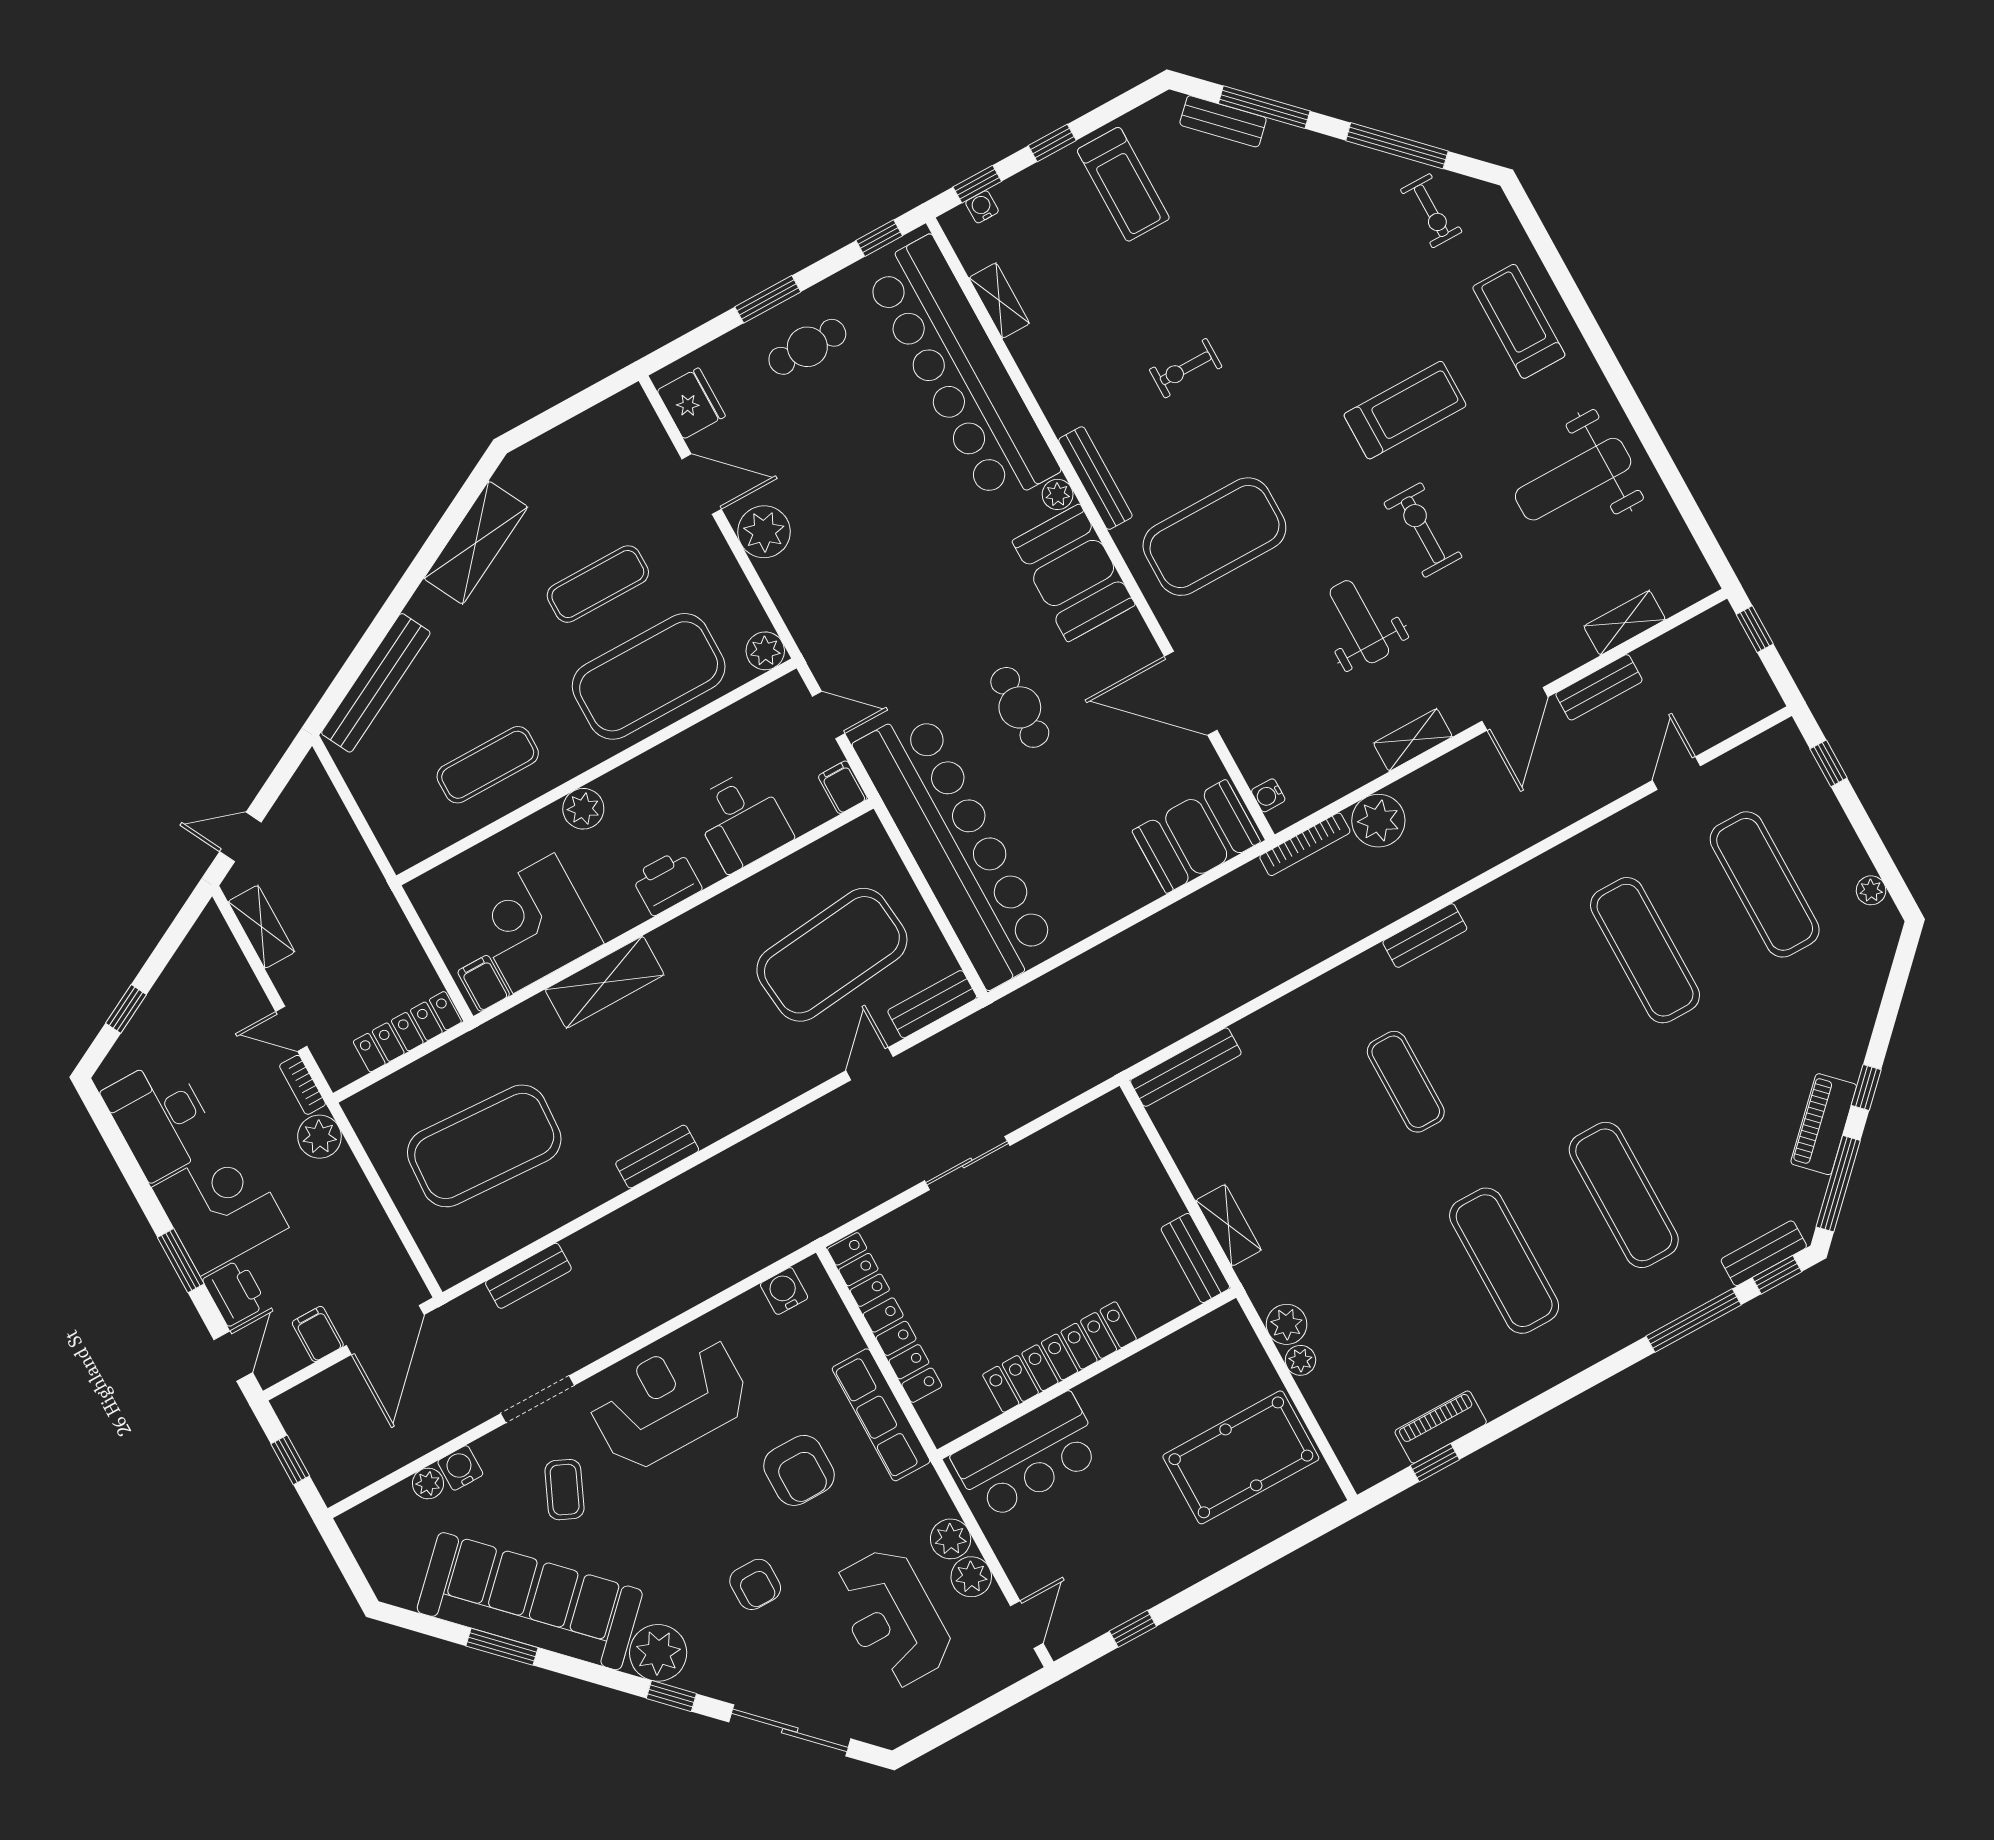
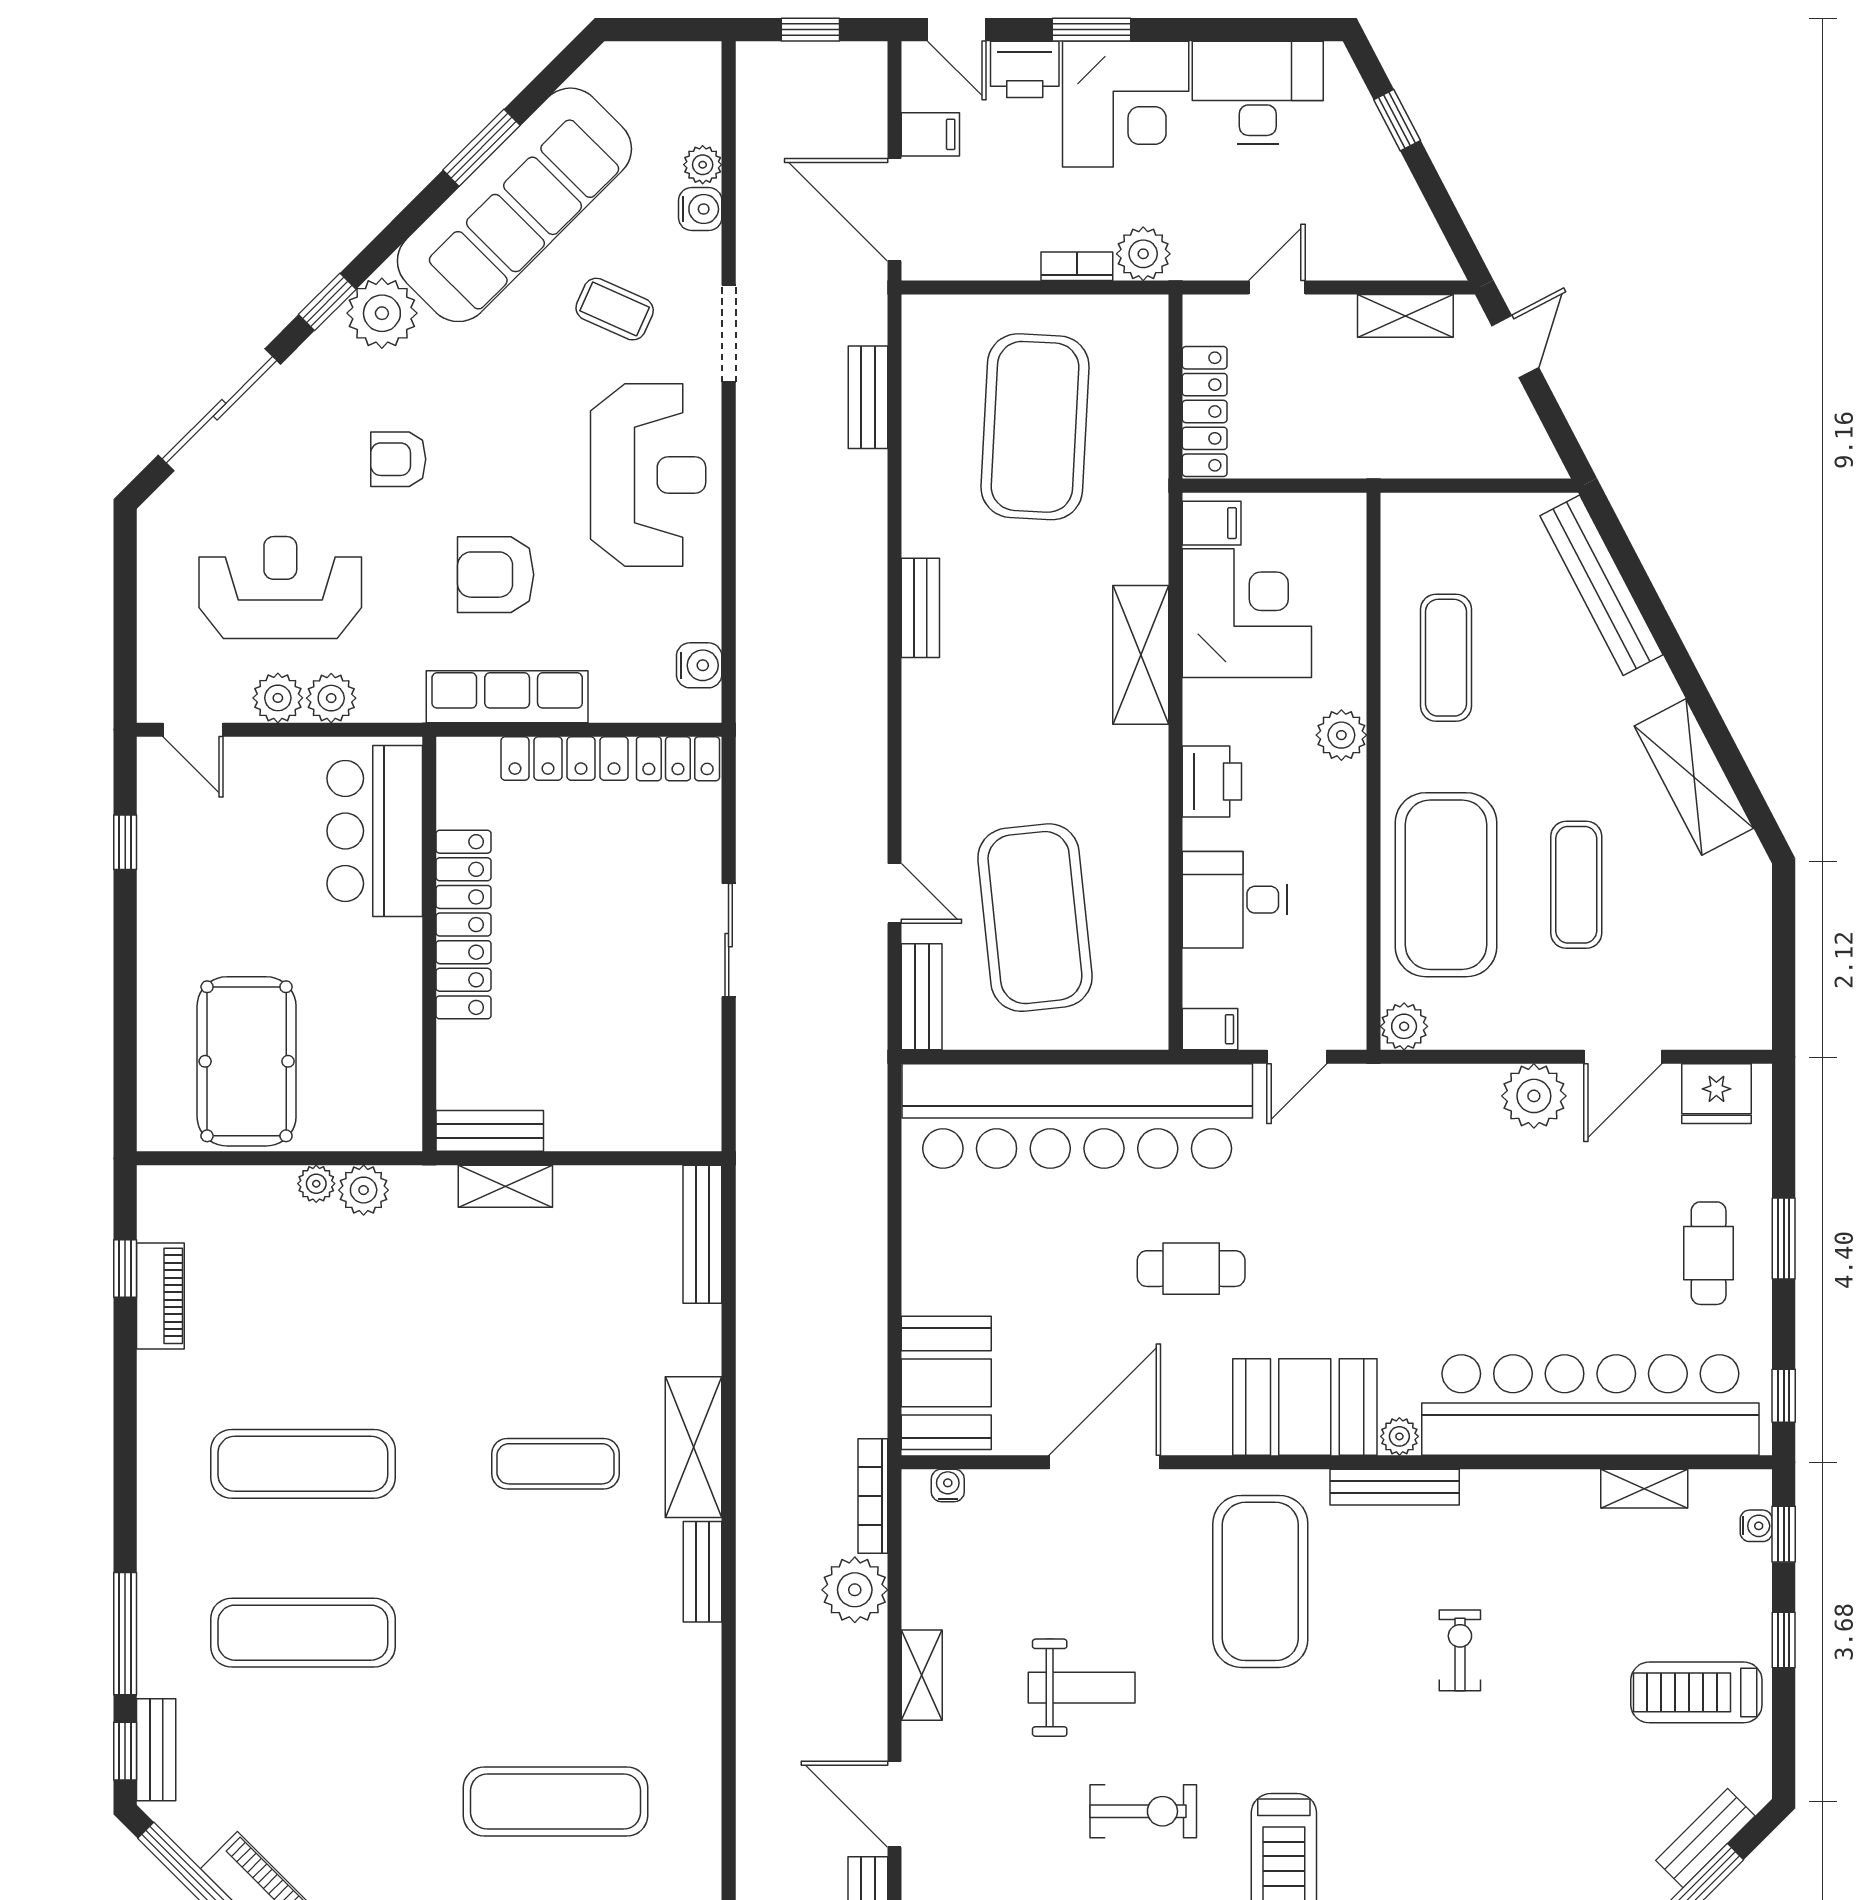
shelving: (1340, 990) -> (694, 1447), added
bookcase: (303, 1085) -> (1077, 266), moved

